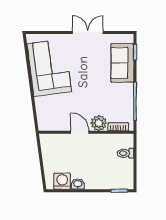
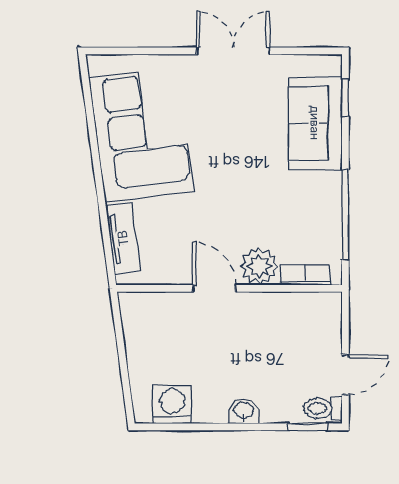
tv unit: (41, 111) -> (123, 238), added
toilet: (125, 153) -> (323, 408), moved
door: (135, 169) -> (345, 375), added
washbasin: (78, 184) -> (244, 411), moved

